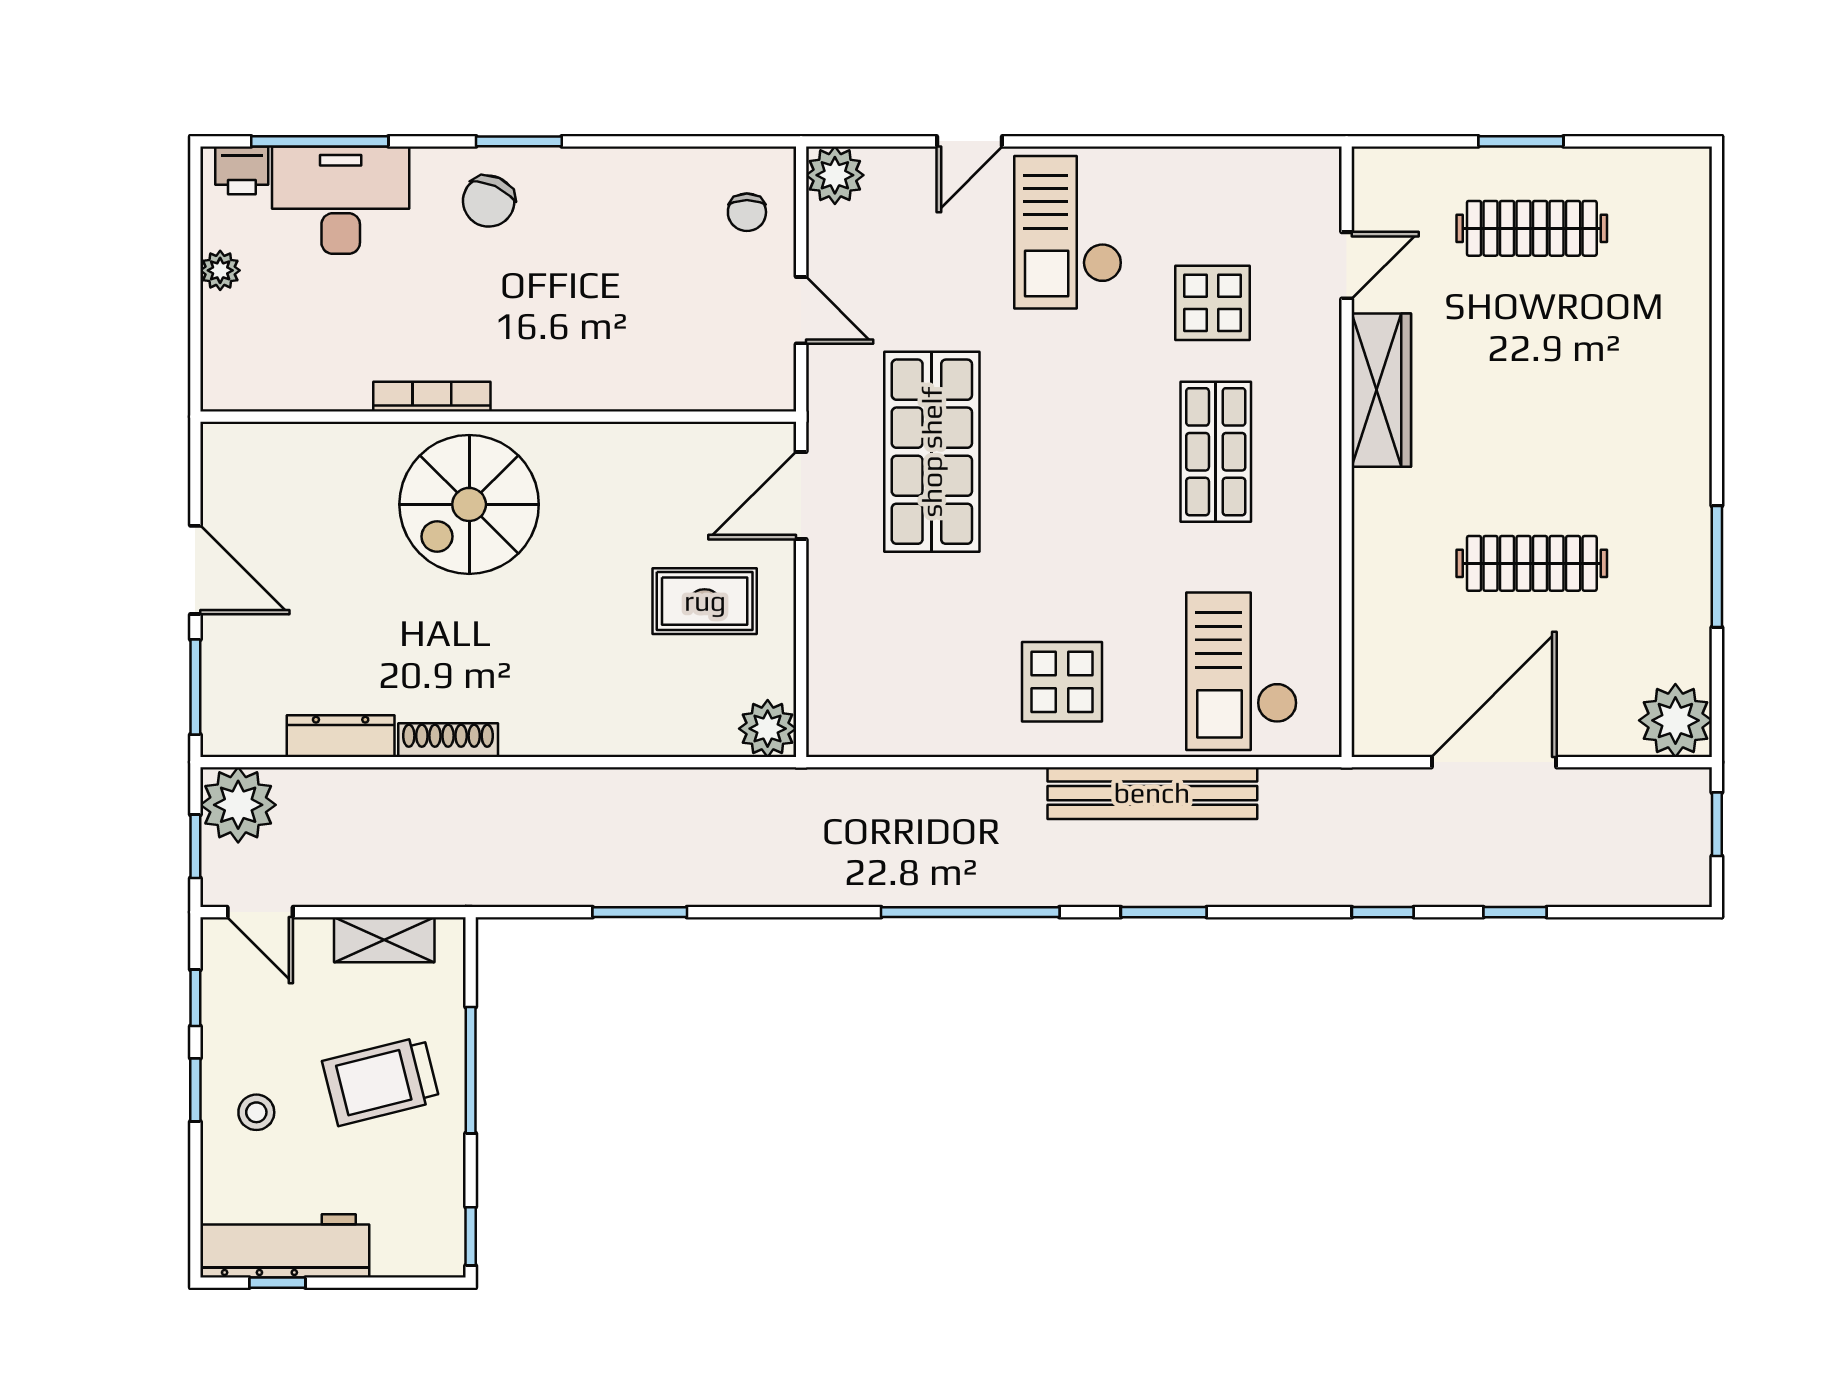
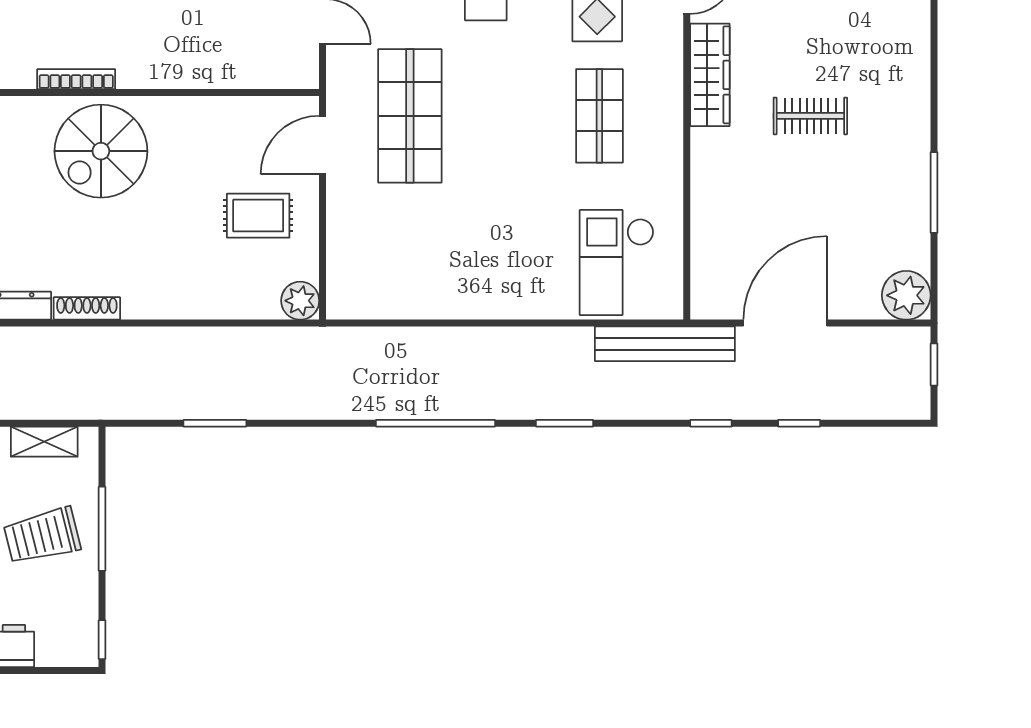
clothes rail: (1532, 563) -> (810, 116), moved, width x0.73
display table: (1062, 682) -> (497, 270), removed
bench: (1152, 793) -> (665, 344), moved

